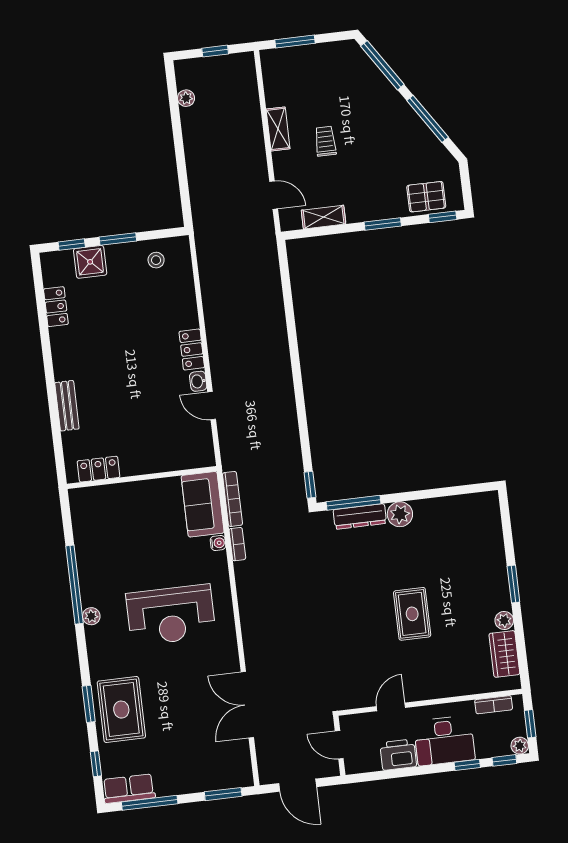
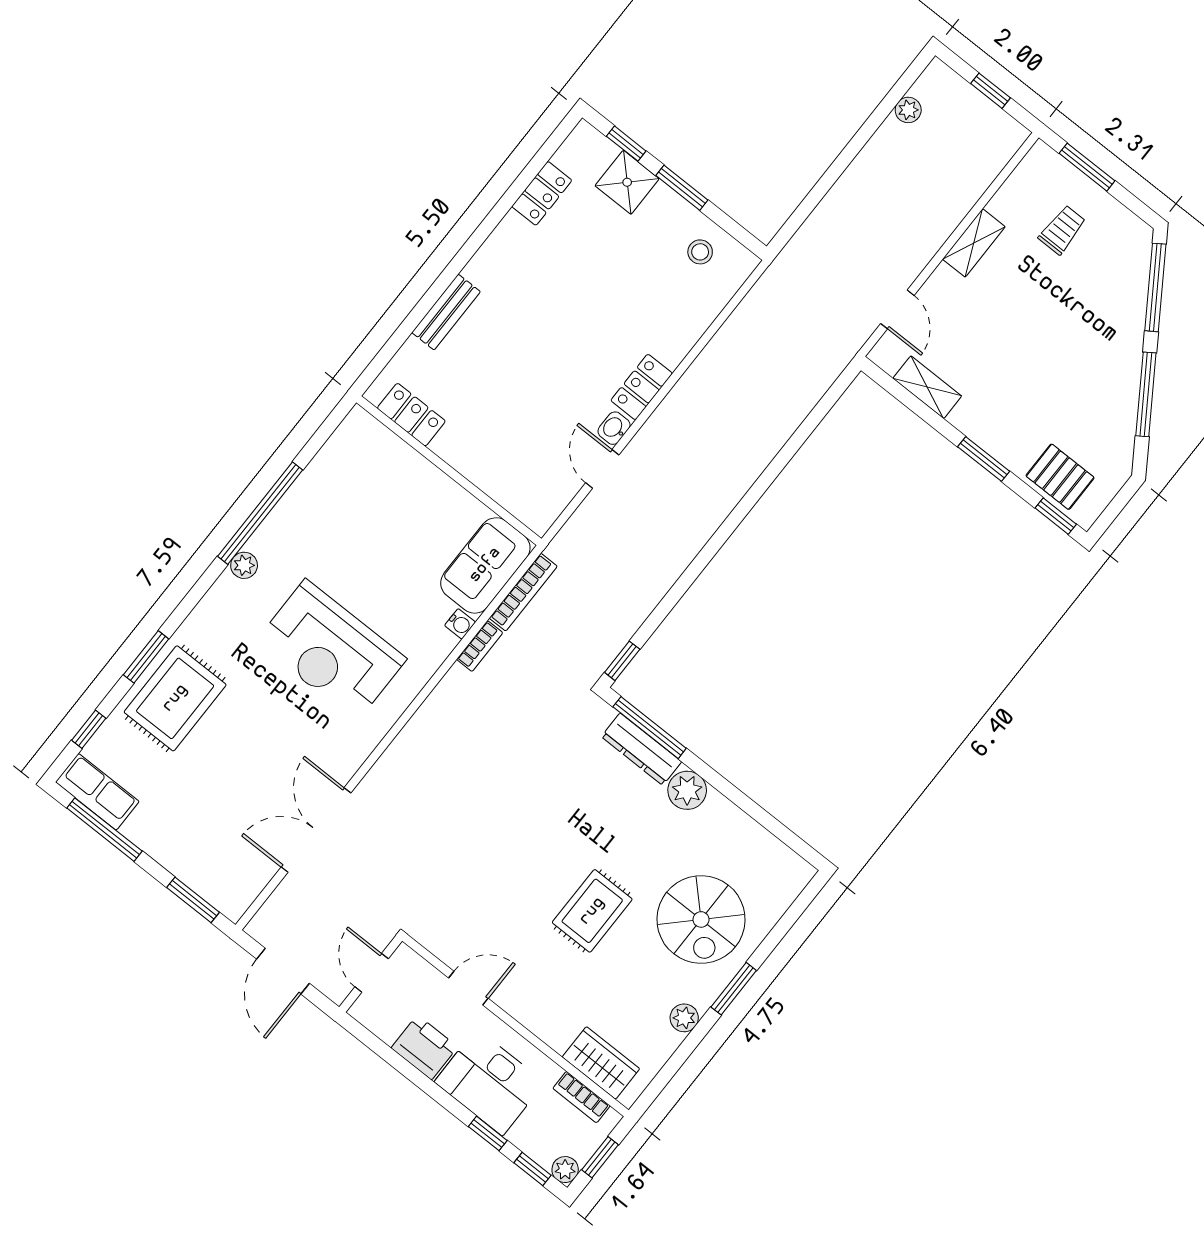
trolley: (325, 141) -> (1062, 230), moved
spiral stairs: (466, 567) -> (701, 919), added
wardrobe: (504, 654) -> (601, 1063), moved, turned 90

